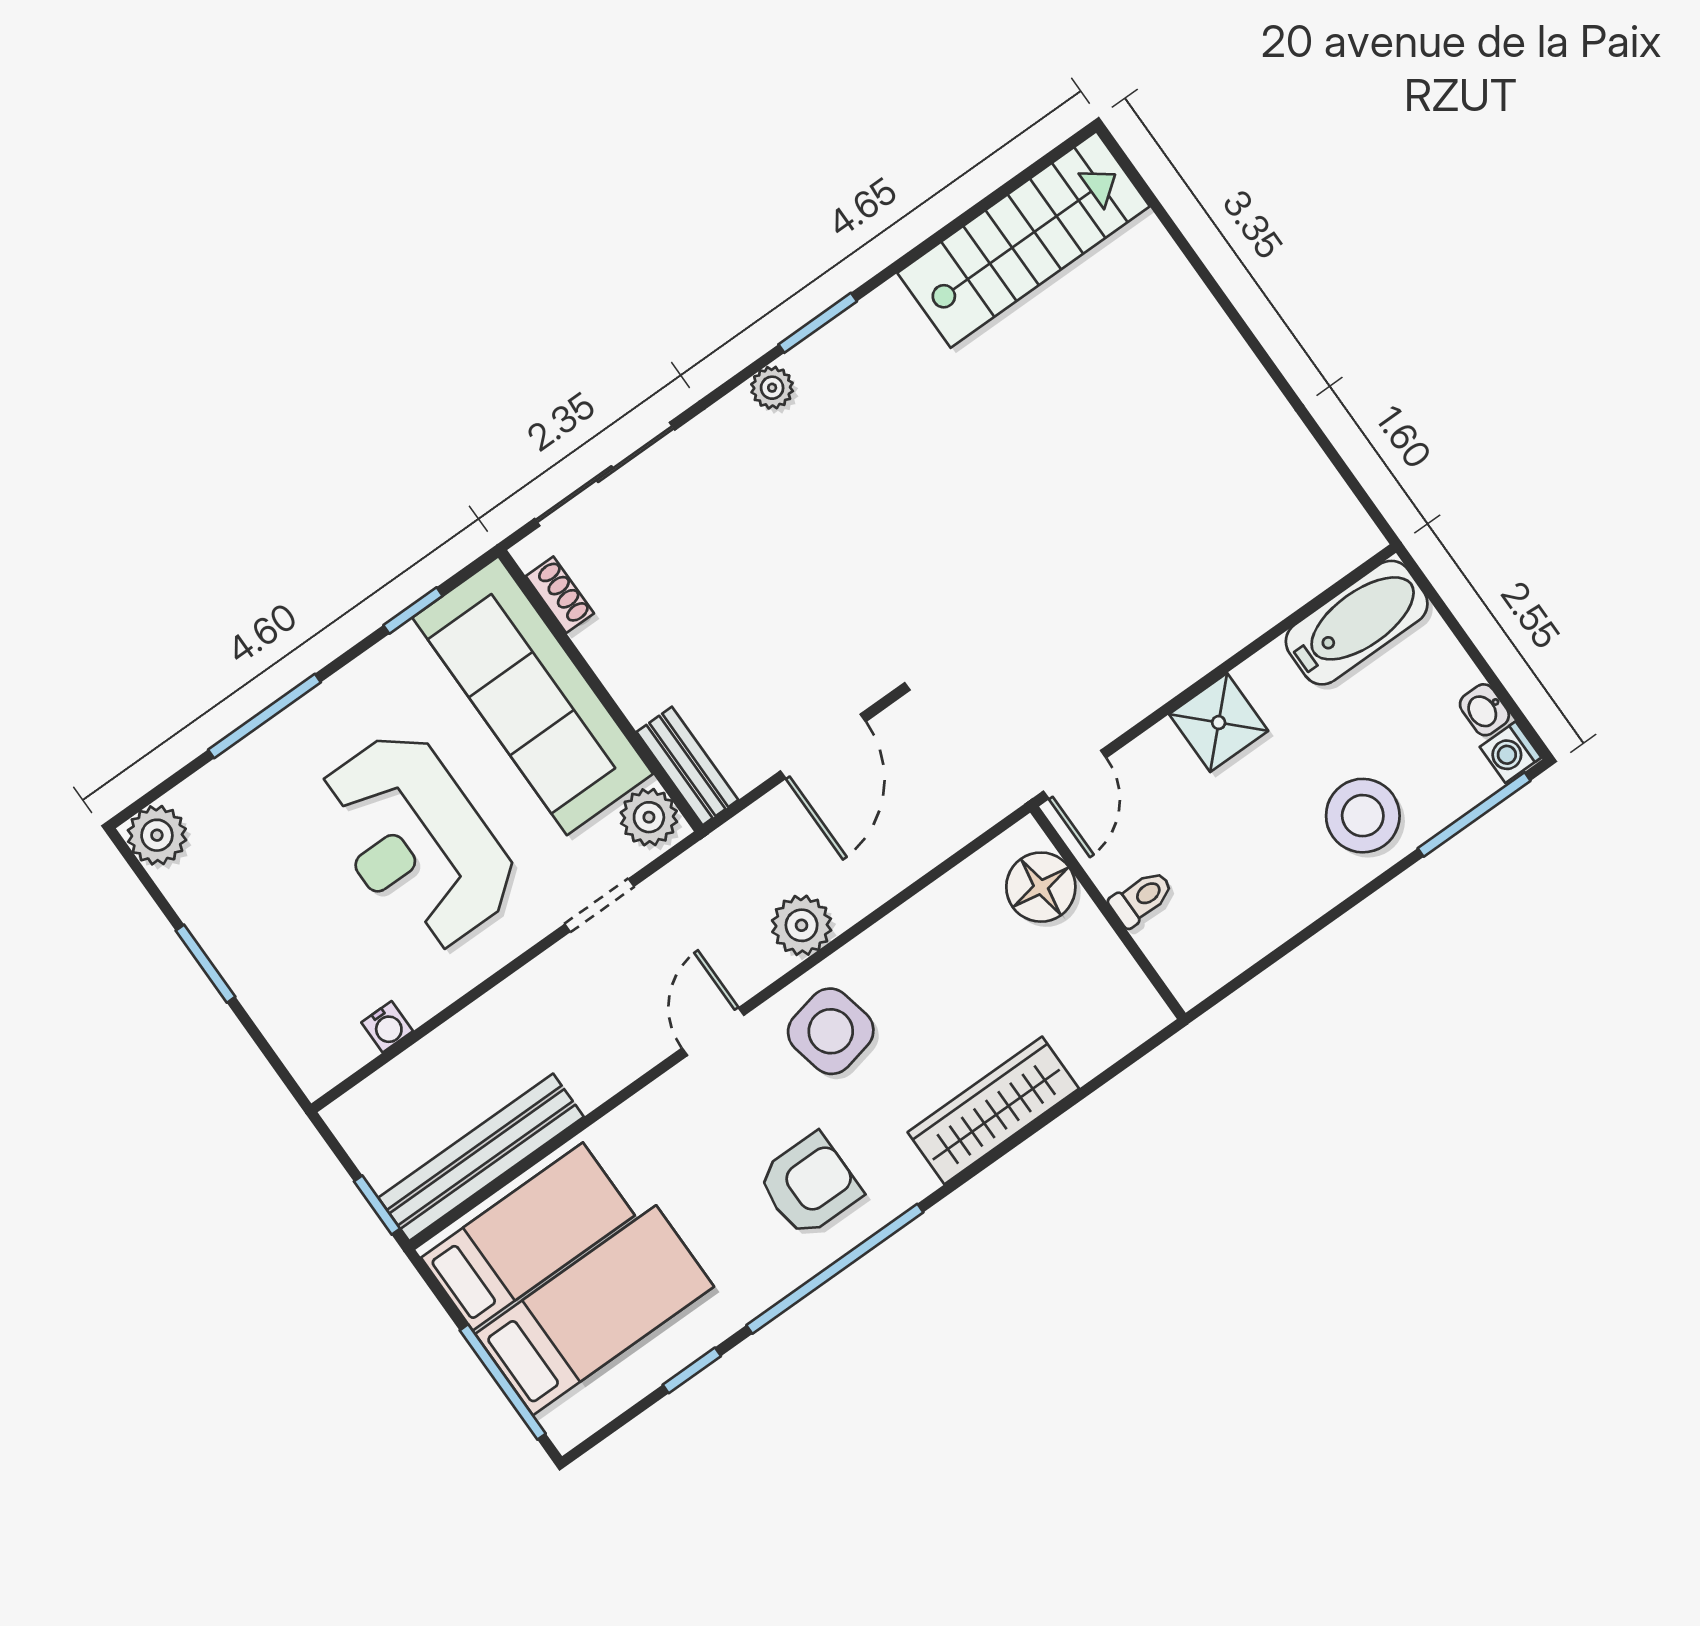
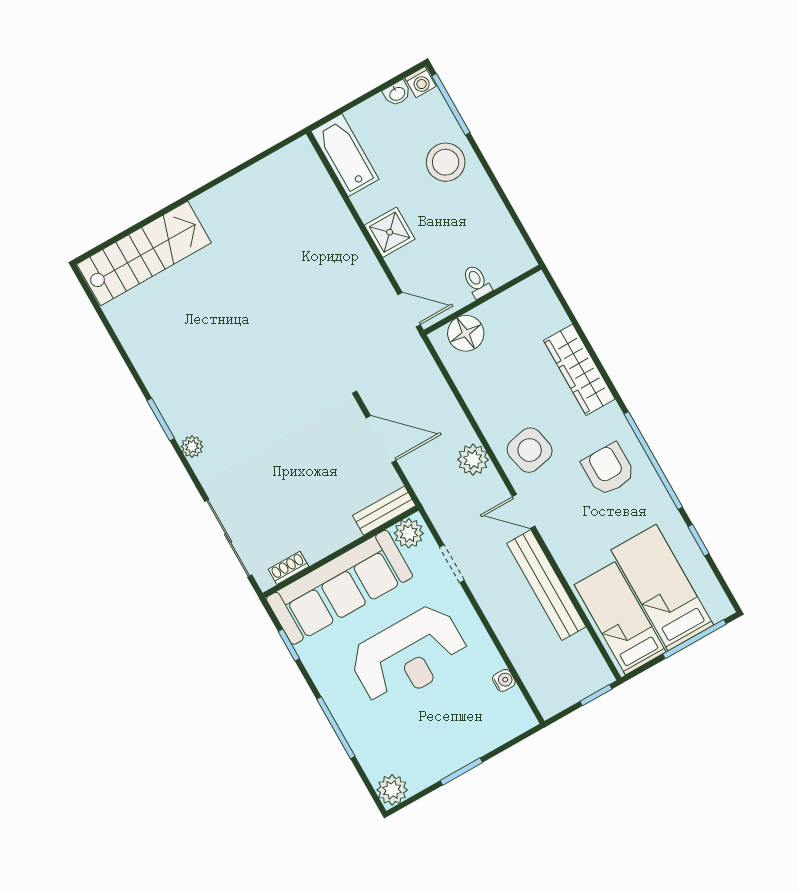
stairs: (1023, 240) -> (144, 253), moved, turned 90
bench: (481, 1157) -> (546, 585), moved

